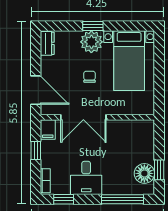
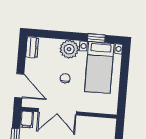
window: (93, 26) -> (96, 38), moved

